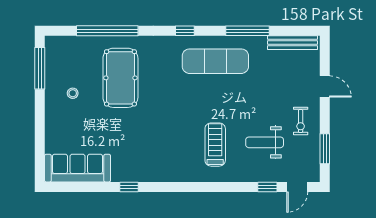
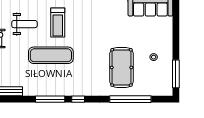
window: (248, 31) -> (50, 99), moved
exercise mat: (215, 61) -> (51, 55), moved

